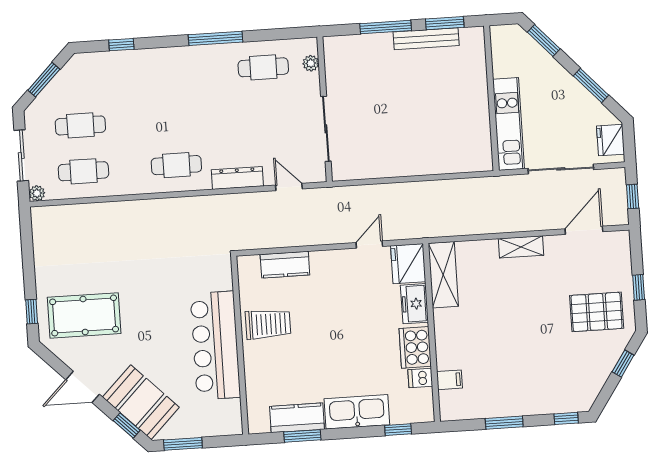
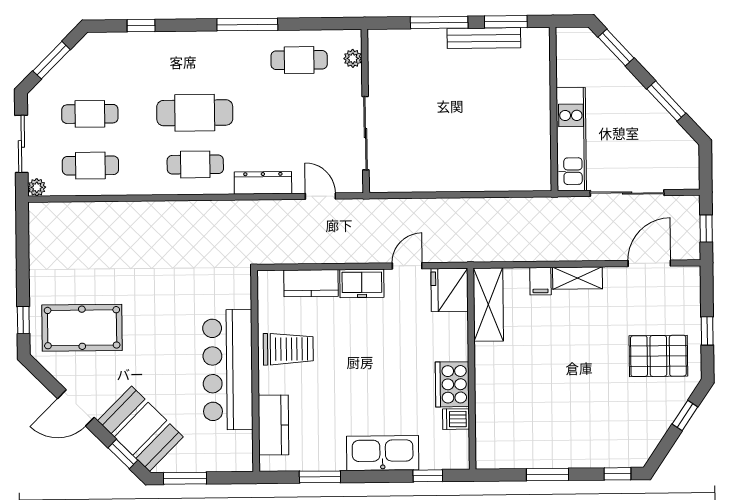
cafe table: (173, 119) -> (195, 113), added
fridge: (611, 140) -> (685, 164), removed
freezer: (414, 304) -> (362, 283), moved, turned -90
filing cabinet: (450, 380) -> (540, 281), moved, turned 90
kitchen counter: (297, 418) -> (273, 425), moved, turned 90

